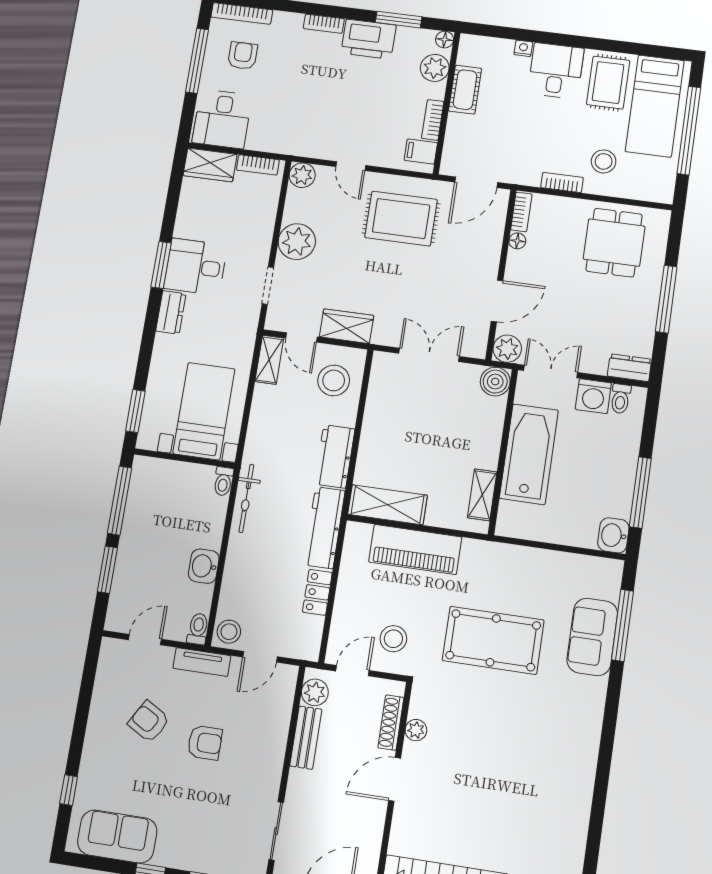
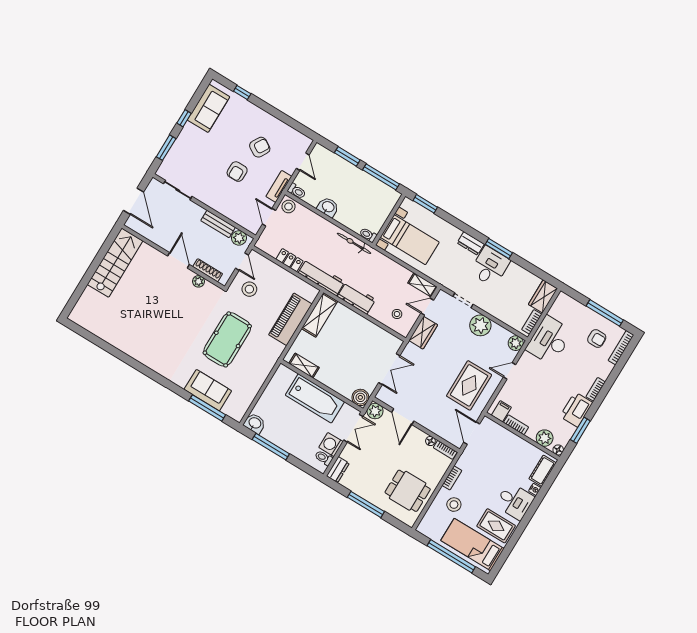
cot: (465, 90) -> (543, 471), moved, turned 90
desk: (222, 119) -> (549, 340), moved, width x1.37
stool: (334, 380) -> (397, 314), width x0.53, depth x0.53

